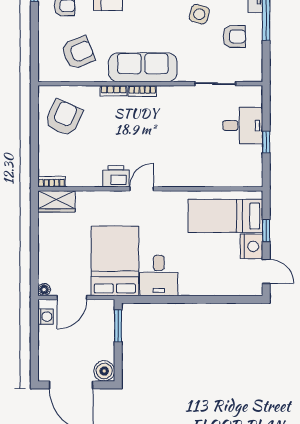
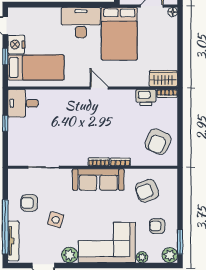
desk: (243, 126) -> (23, 103), moved
printer: (116, 176) -> (146, 97), moved
door: (142, 189) -> (99, 88), swing flipped
desk: (159, 275) -> (81, 23), width x1.37

